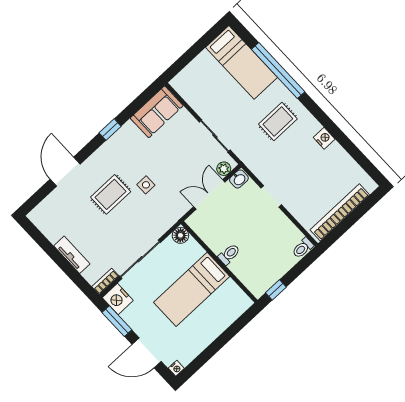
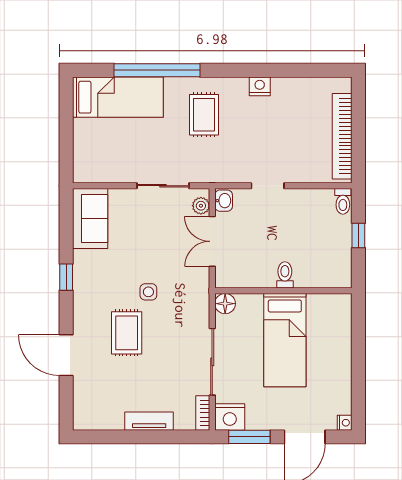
window: (276, 290) -> (358, 236), moved

